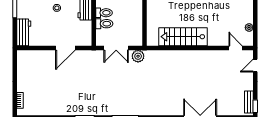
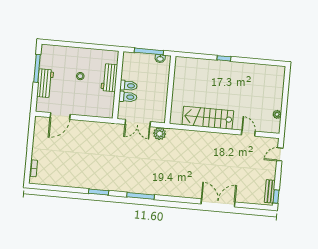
workbench: (24, 32) -> (45, 83), moved
door: (65, 48) -> (60, 116), moved
door: (236, 48) -> (248, 133), moved

